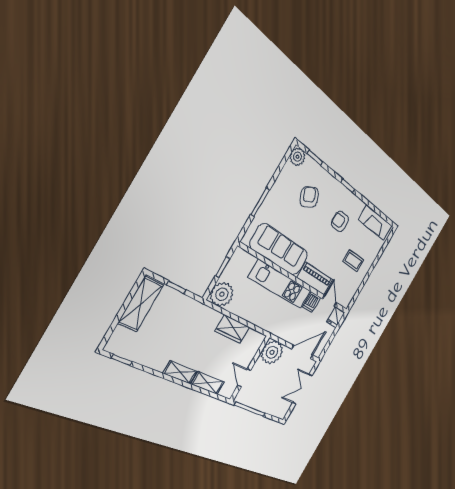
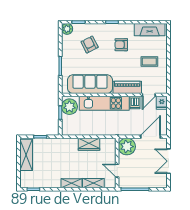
plant: (222, 294) -> (69, 107), moved
door: (330, 301) -> (149, 95), swing flipped

